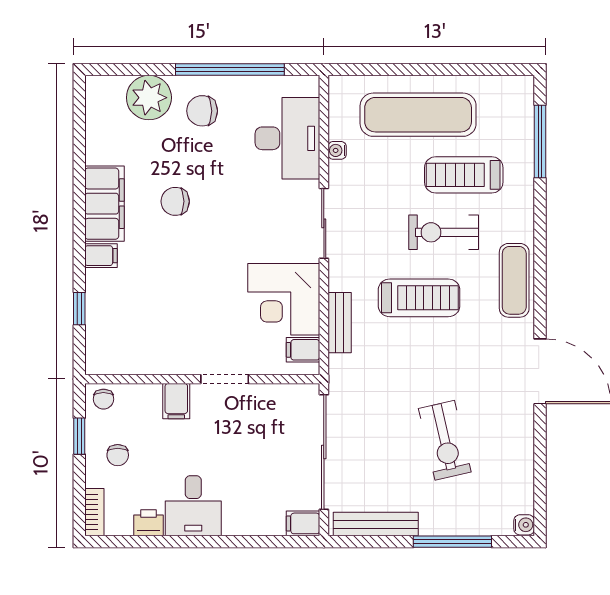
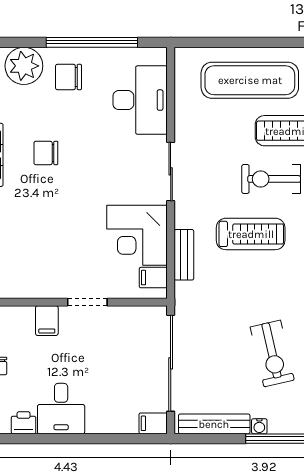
water cooler: (337, 150) -> (259, 426), moved, turned -90

